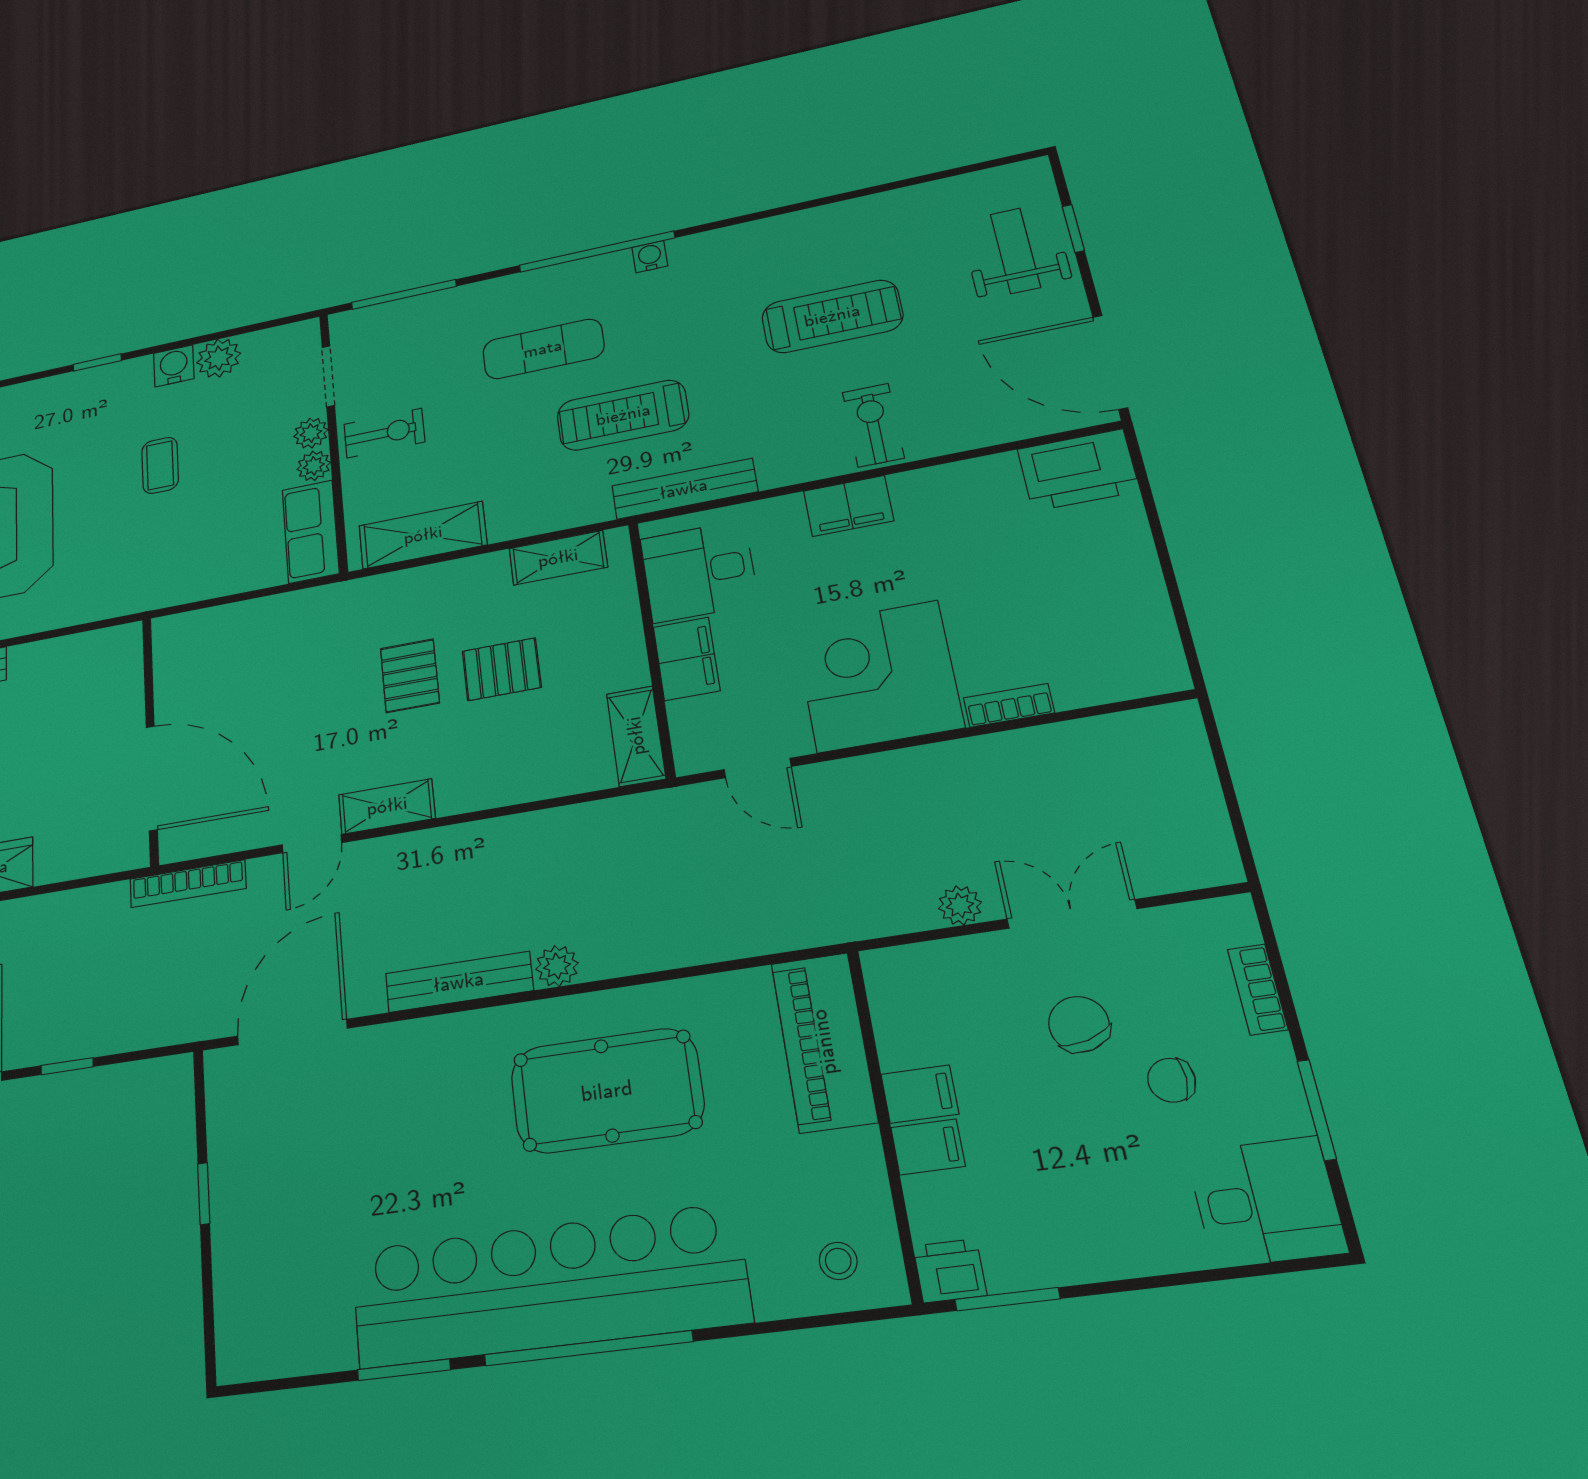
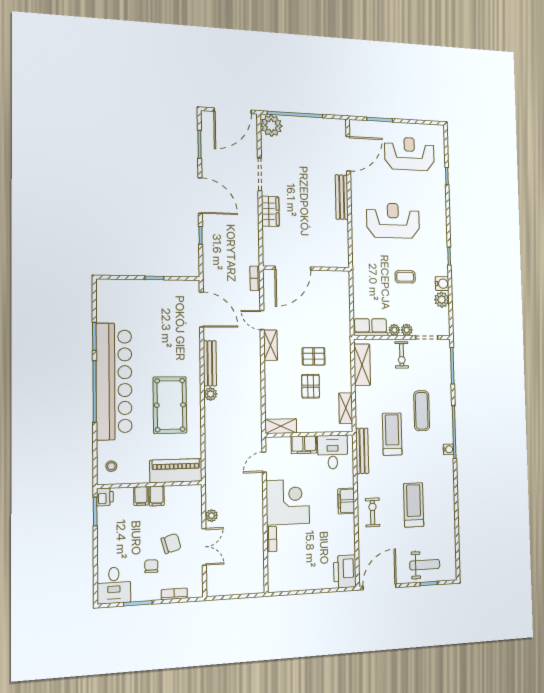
treadmill: (832, 316) -> (414, 505), turned 180
exercise bike: (873, 425) -> (373, 512), turned -90
bookcase: (188, 884) -> (255, 278), width x0.64

